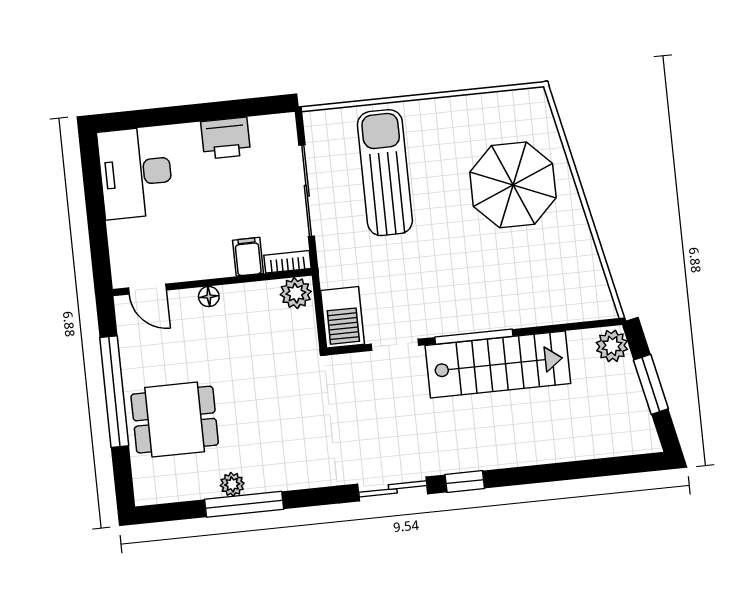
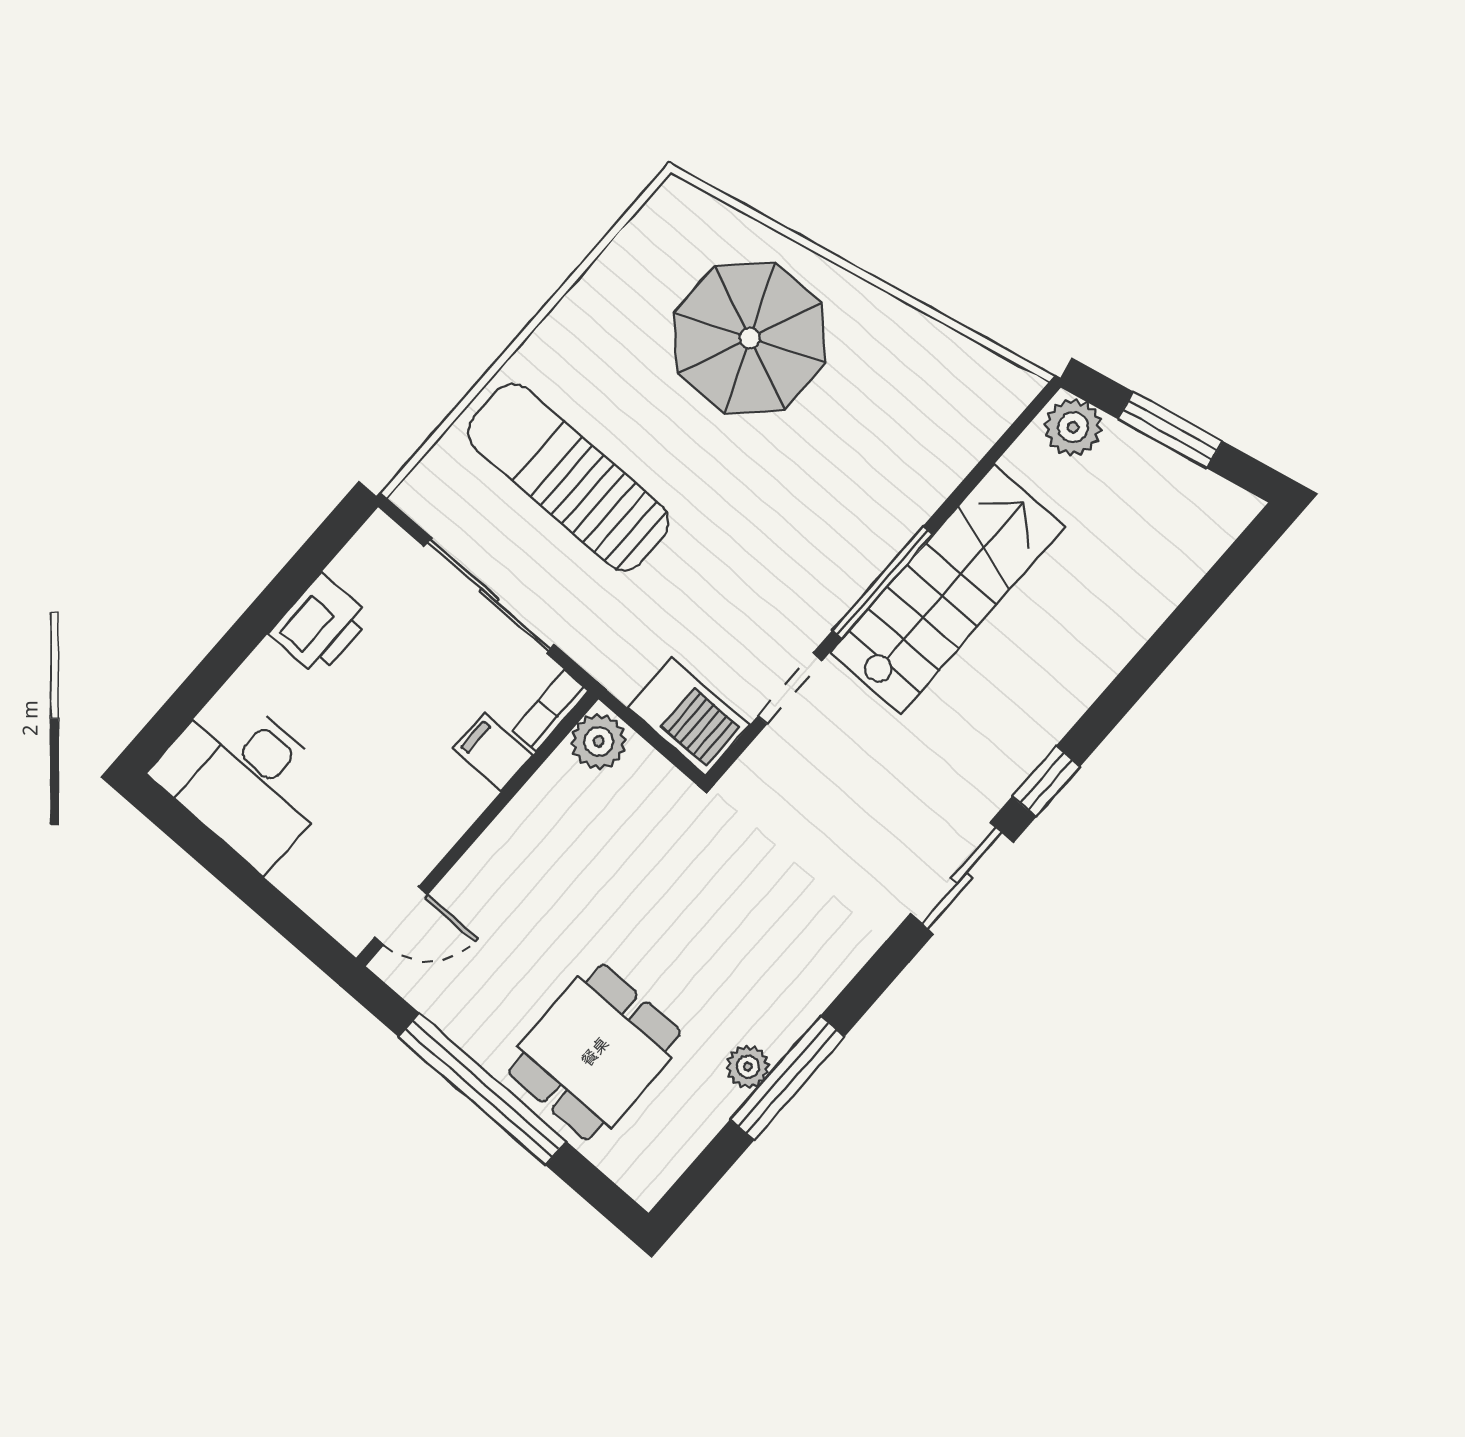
floor lamp: (209, 297) -> (490, 851), removed

